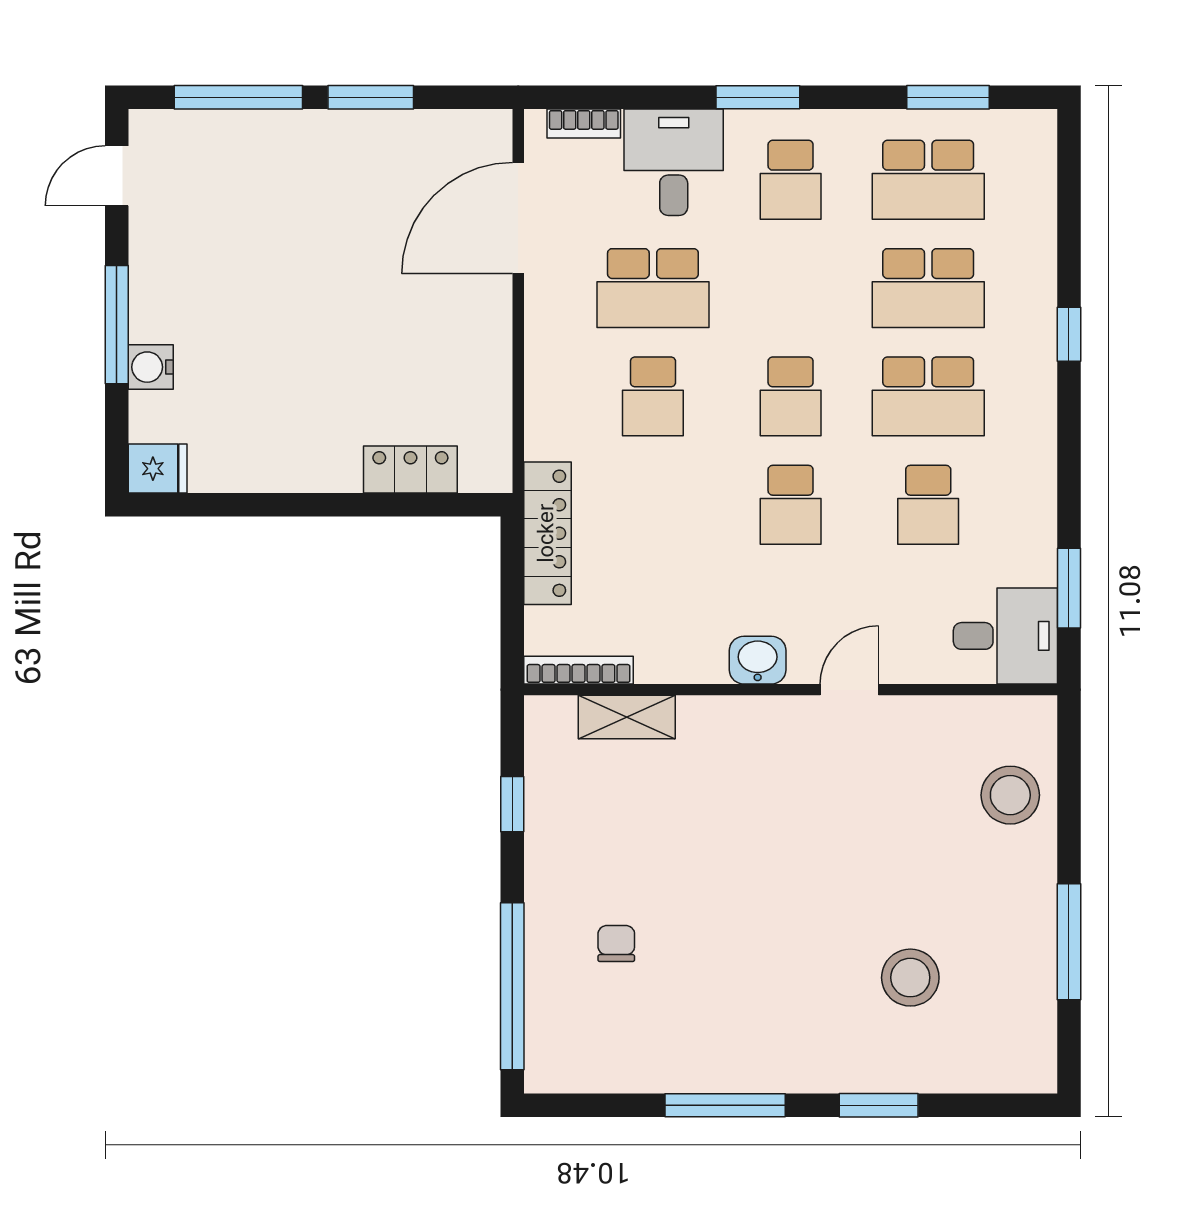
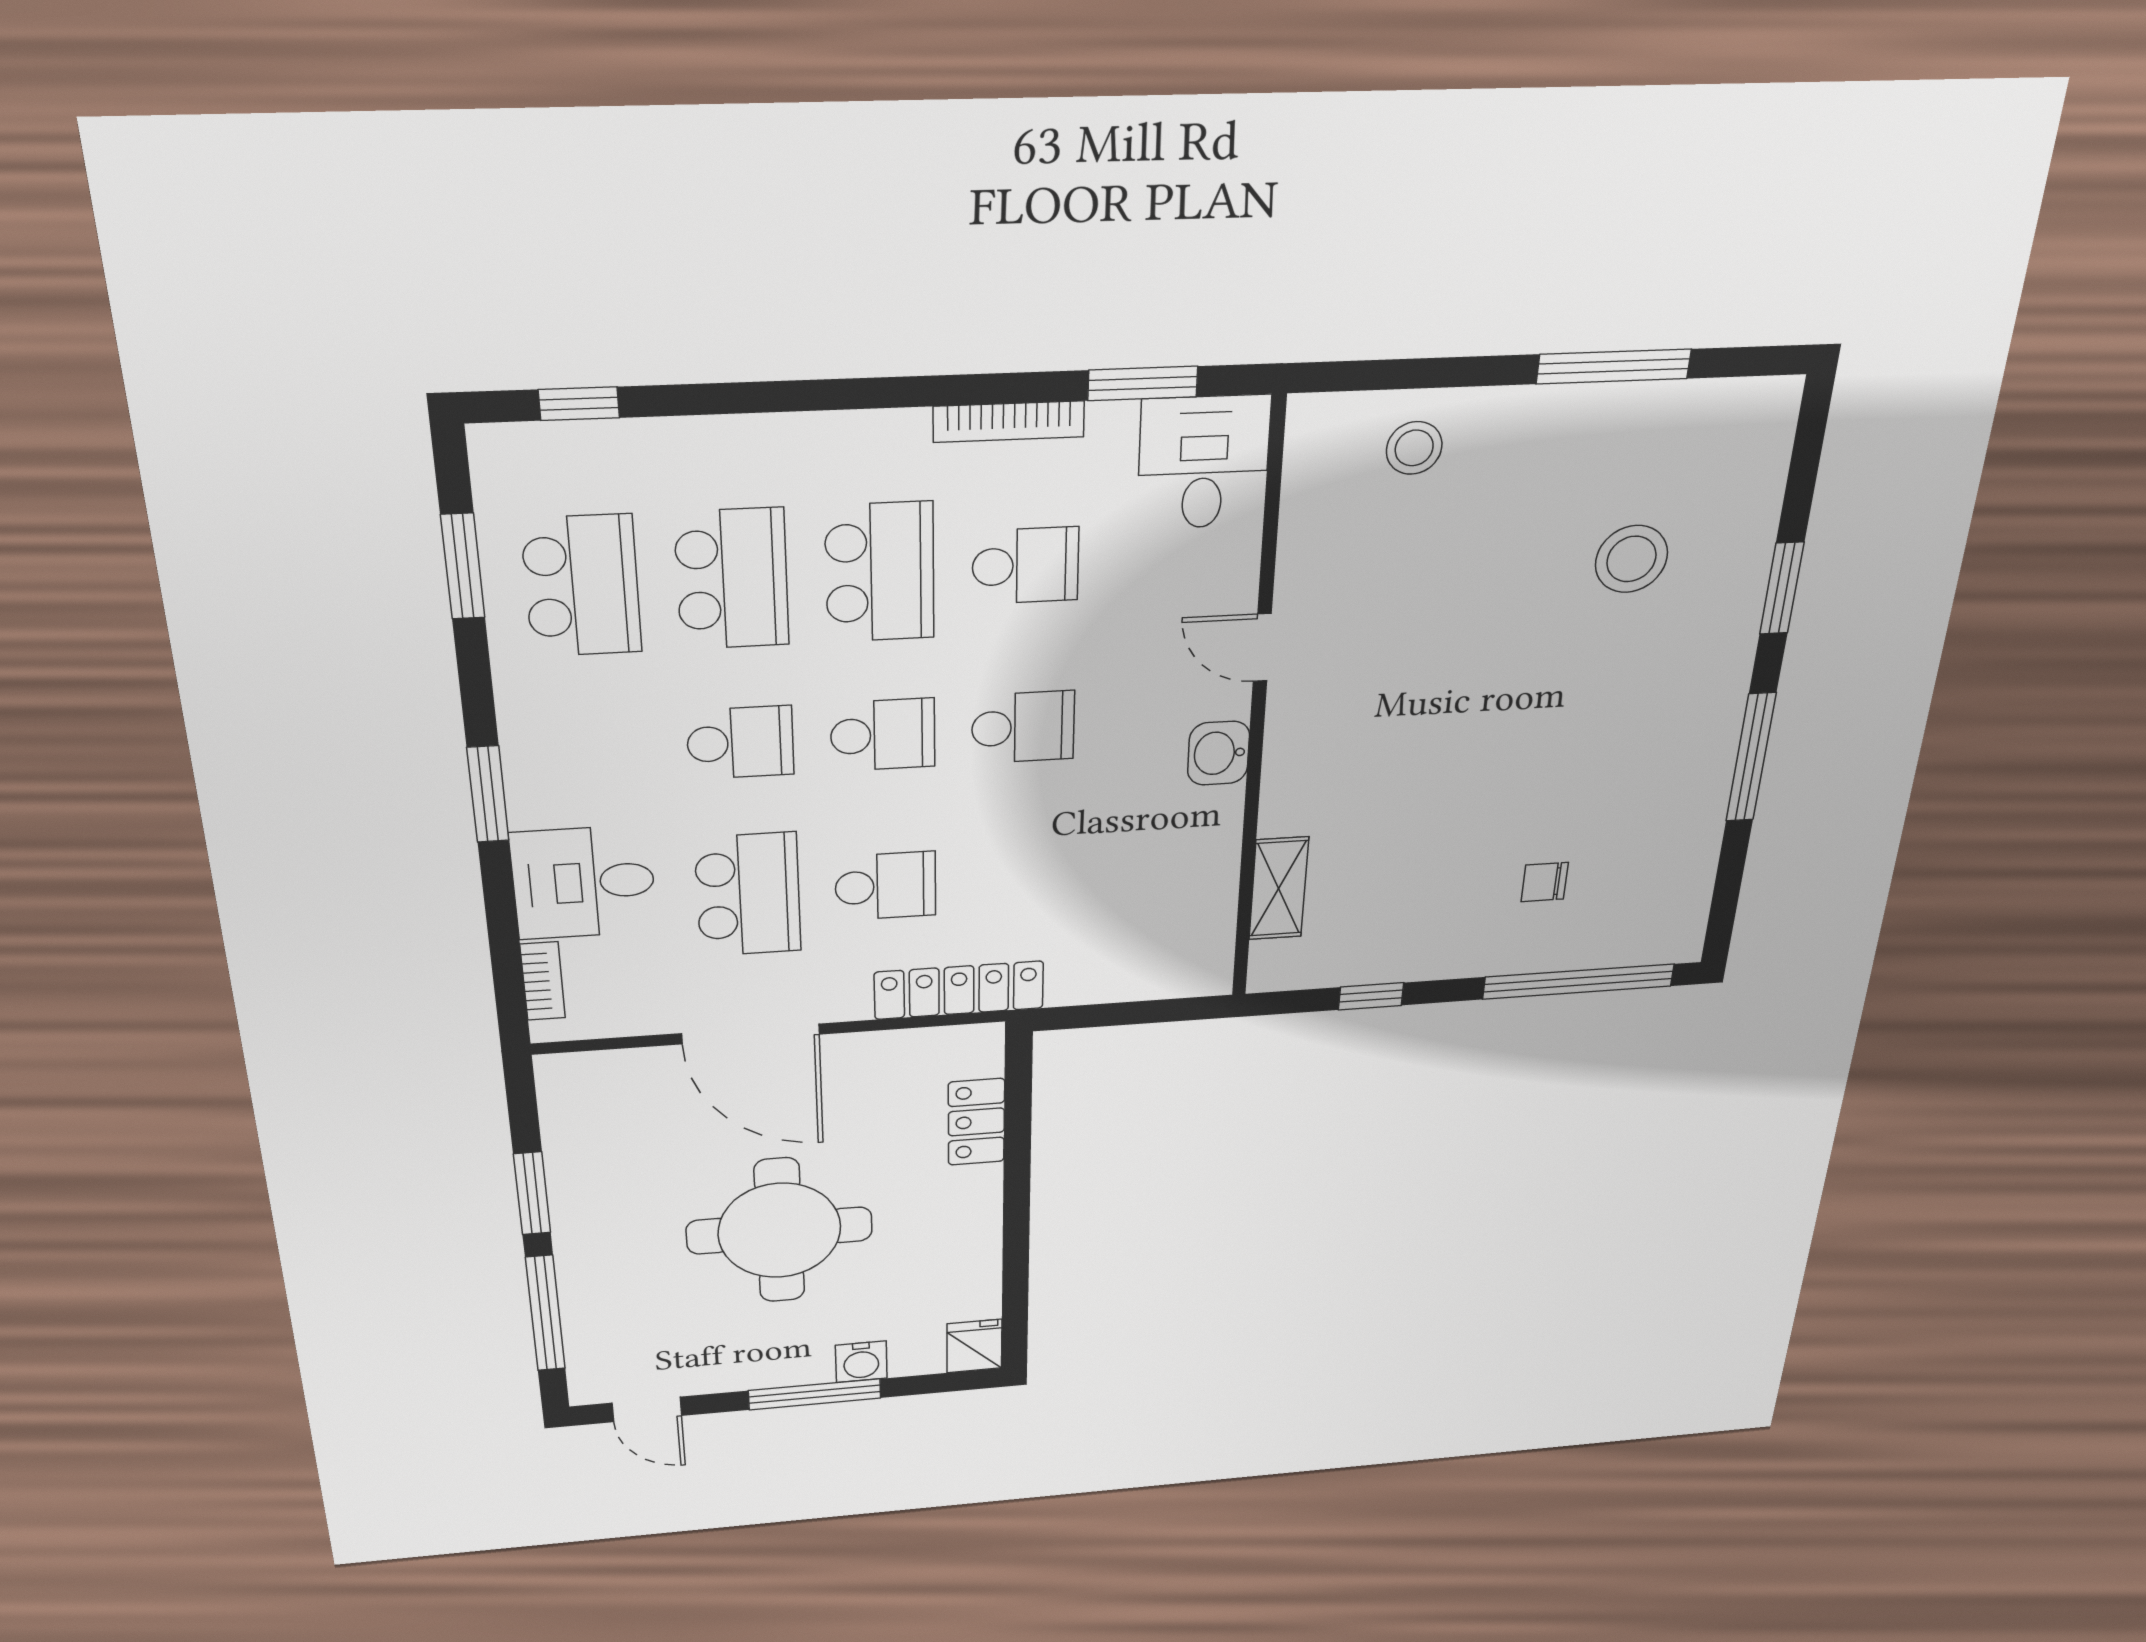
school desk: (791, 180) -> (740, 743), moved
door: (518, 218) -> (751, 1034), moved
round table: (309, 300) -> (779, 1231), added
window: (1069, 334) -> (579, 404), moved
locker: (548, 533) -> (959, 990), moved
bookcase: (578, 670) -> (1009, 422), moved, turned -90
stool: (1010, 795) -> (1414, 448), width x0.73, depth x0.73

